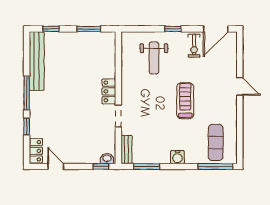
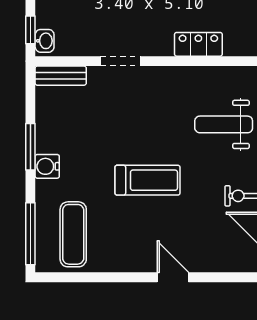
door: (240, 86) -> (173, 277), swing flipped
locker: (109, 91) -> (198, 44), moved
exercise mat: (216, 142) -> (73, 234), turned 90
window: (147, 167) -> (30, 147), moved

